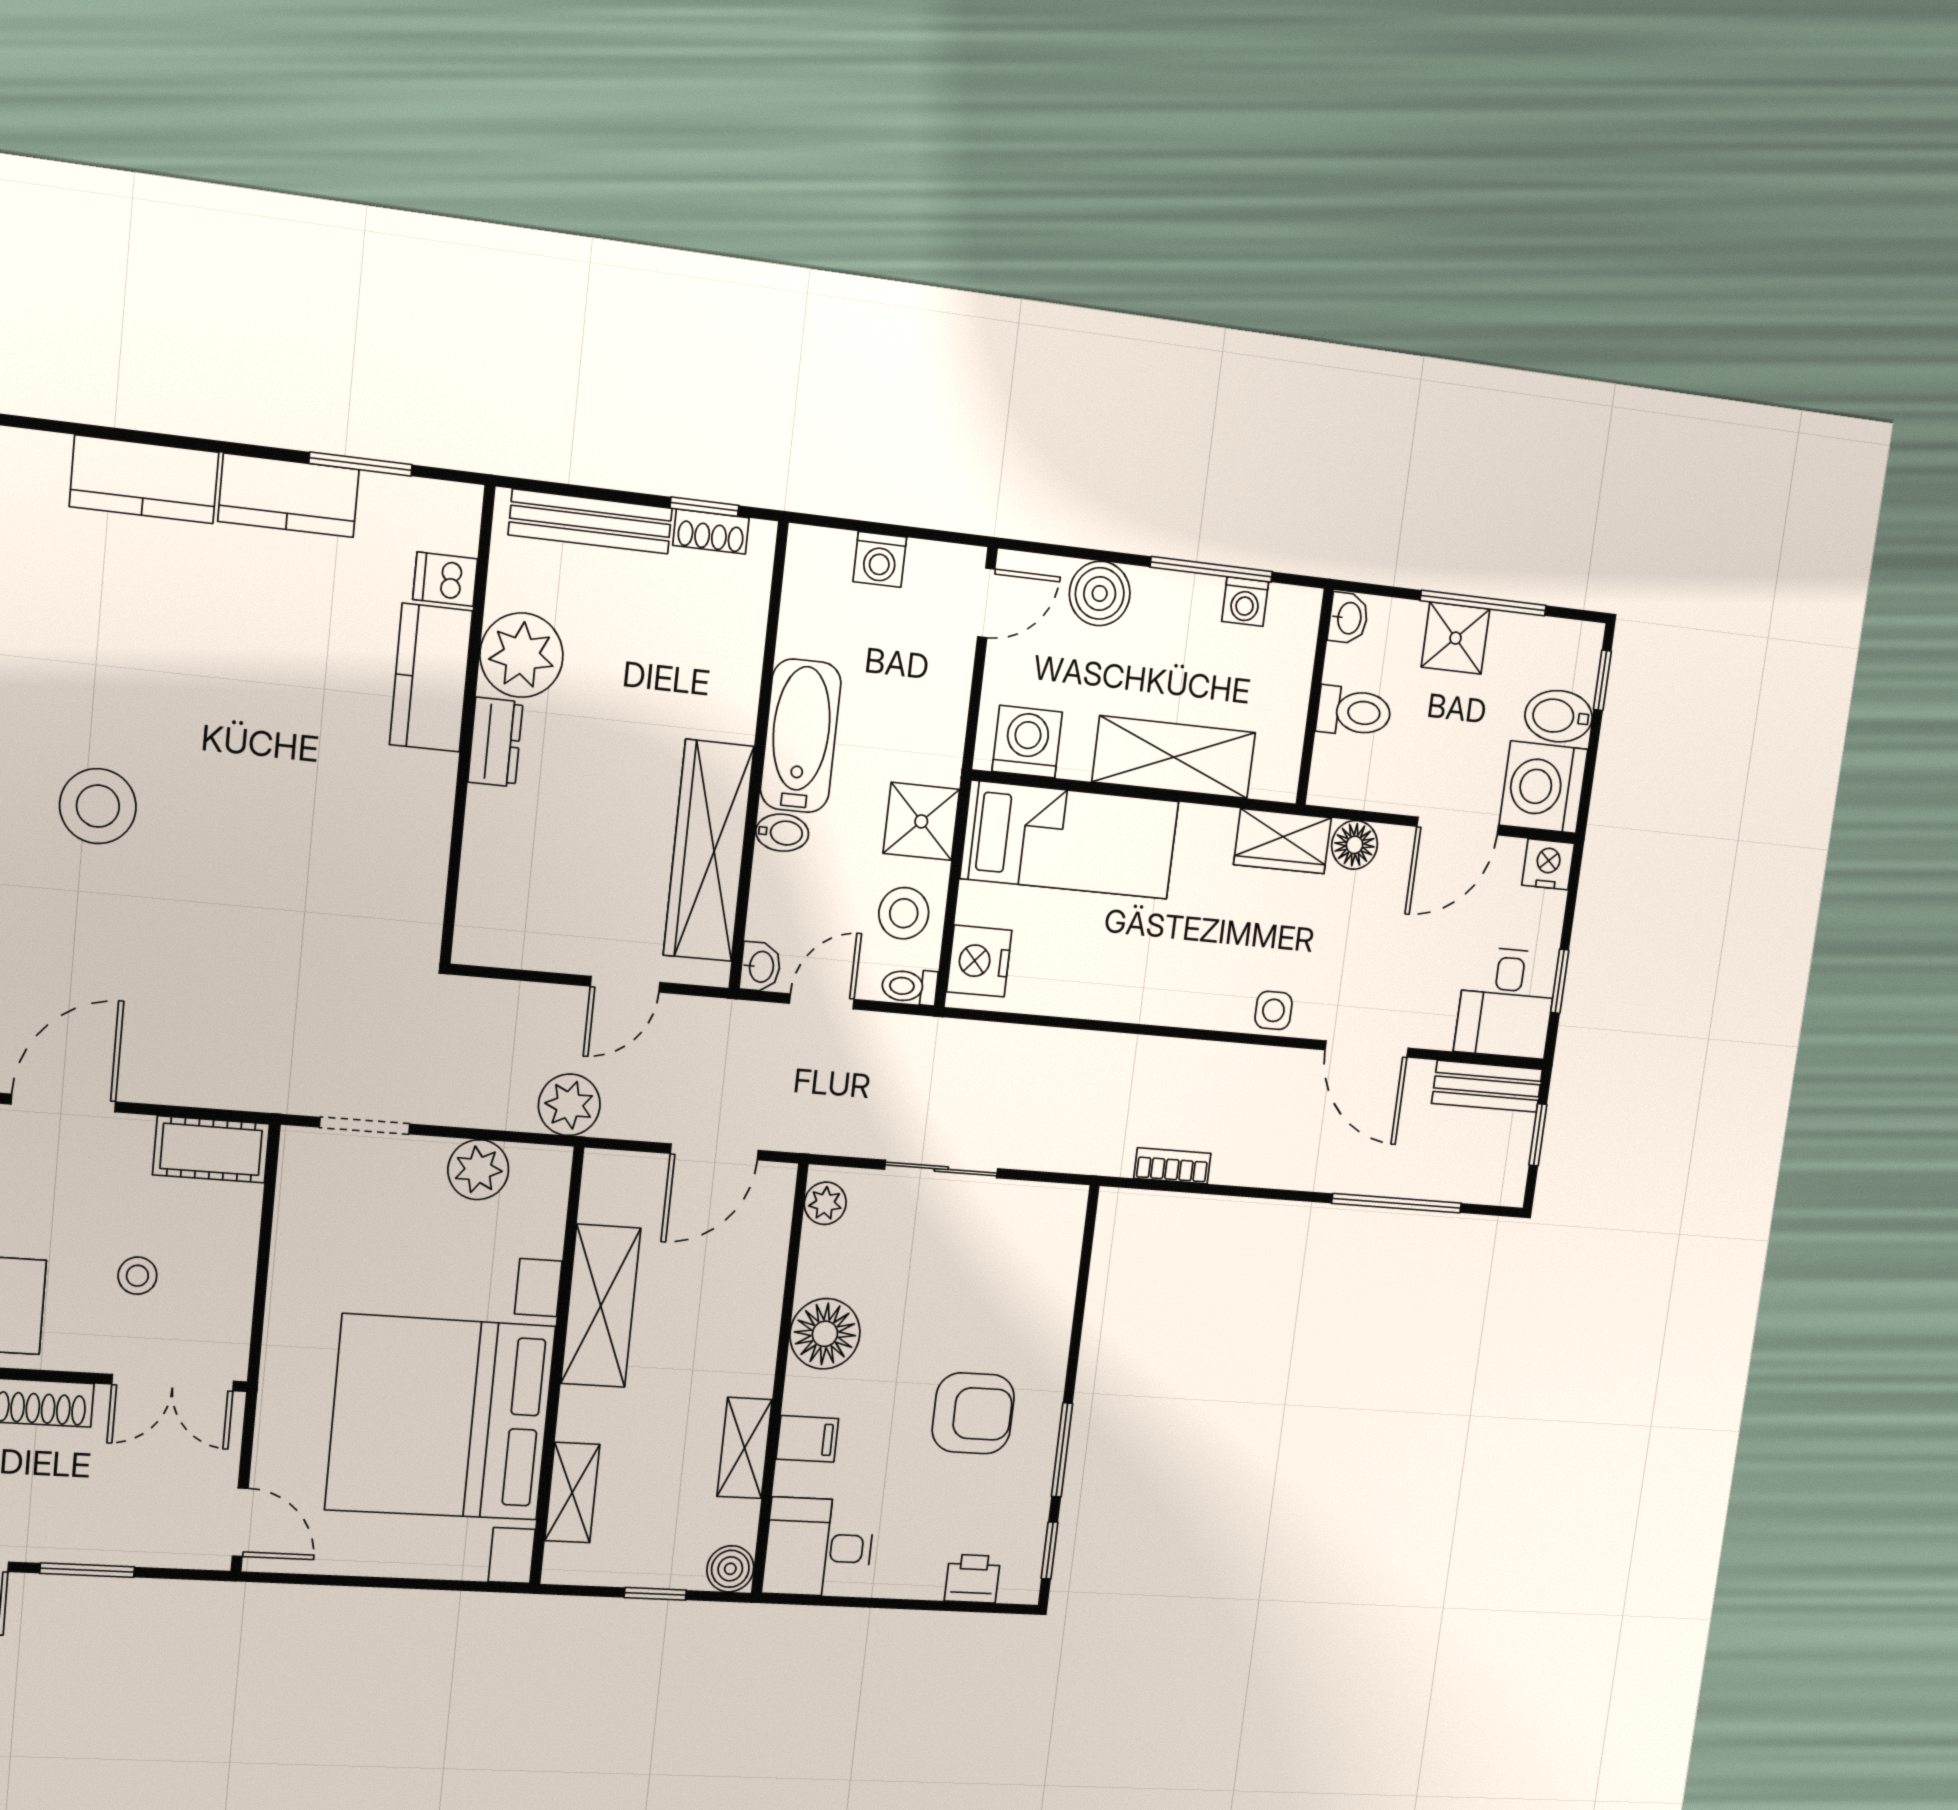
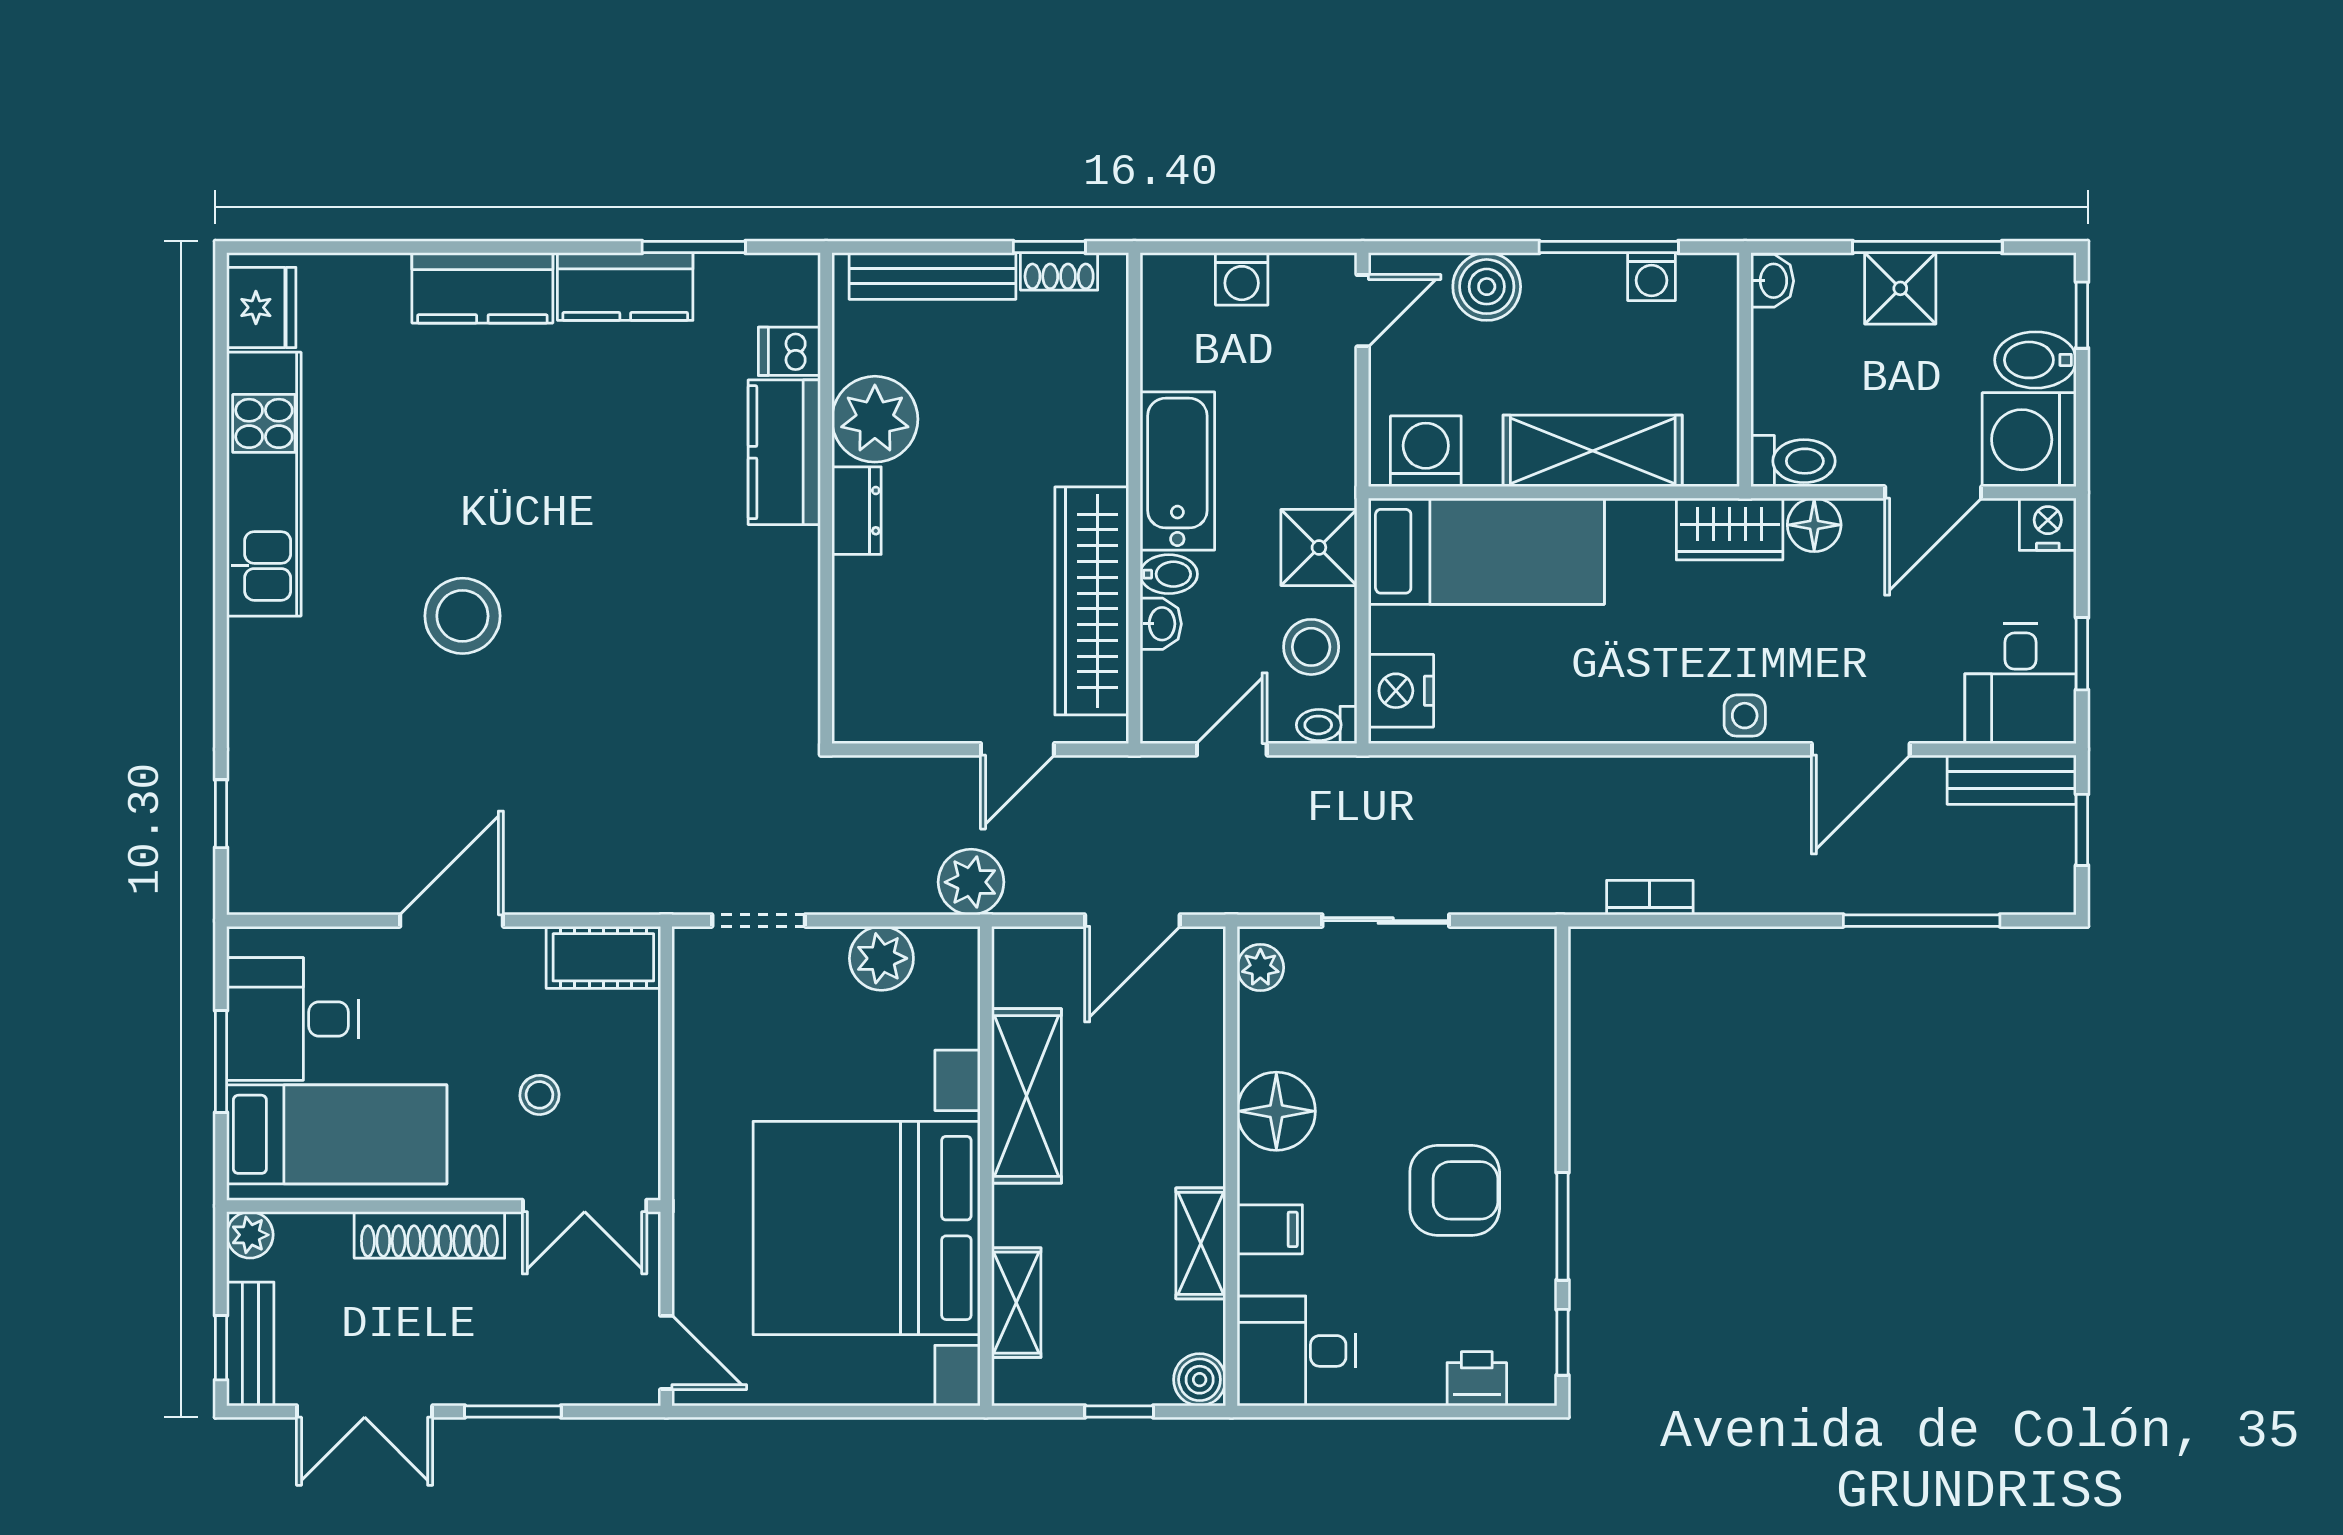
toilet: (1354, 712) -> (1793, 461), moved
washbasin: (760, 967) -> (1161, 624), moved
door: (1367, 1049) -> (1861, 749), hinge flipped

